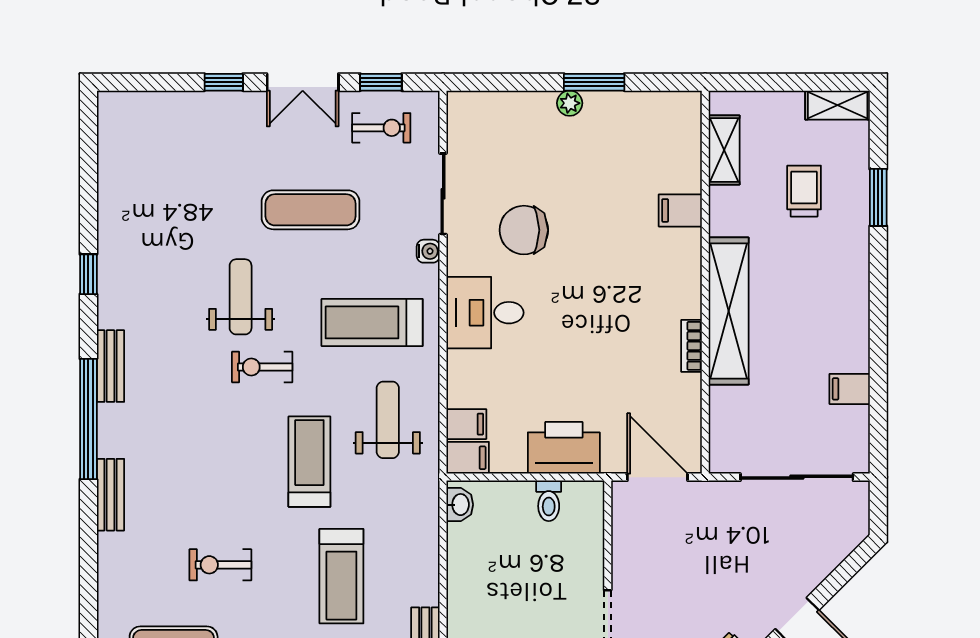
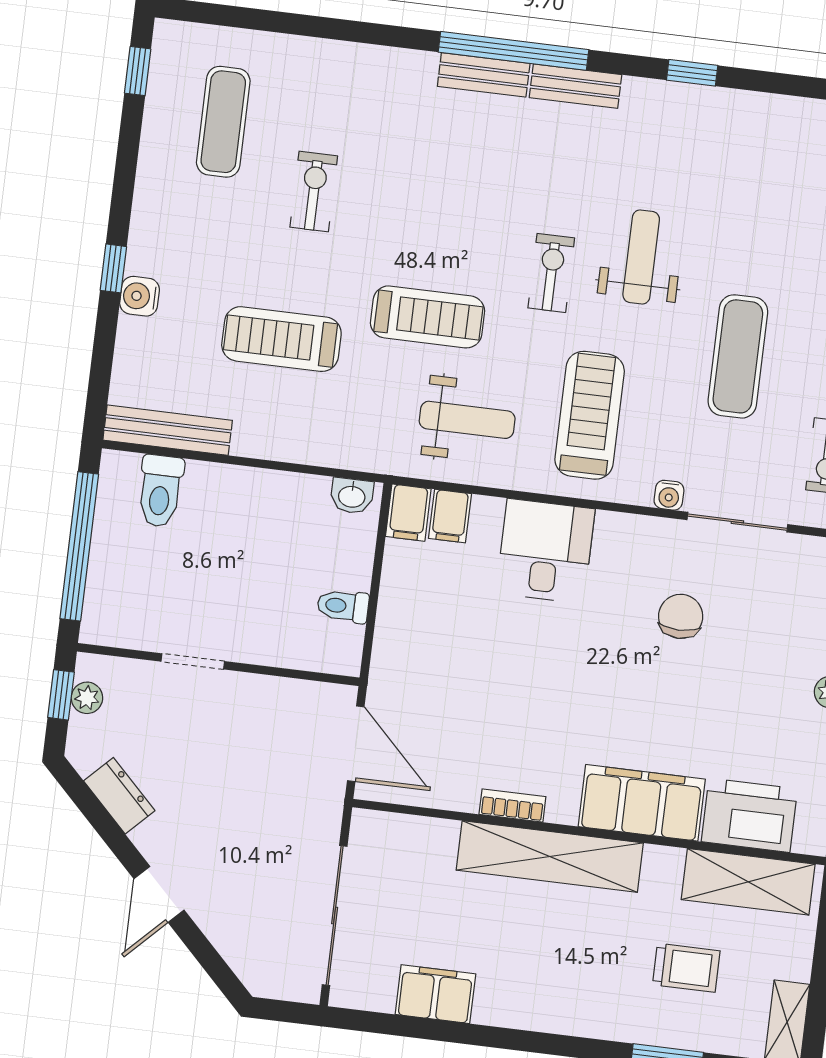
shelving: (724, 150) -> (748, 882), width x1.50, depth x1.33
filing cabinet: (680, 210) -> (642, 803), width x3.00, depth x1.17
chair: (524, 230) -> (681, 616), width x0.73, depth x0.73
weight bench: (241, 297) -> (641, 257), turned -90
desk: (485, 313) -> (545, 551), moved
filing cabinet: (850, 389) -> (435, 994), width x2.00
printer: (564, 448) -> (749, 815), moved, turned -90
door: (657, 477) -> (356, 744), hinge flipped
bench: (111, 495) -> (484, 75), moved

